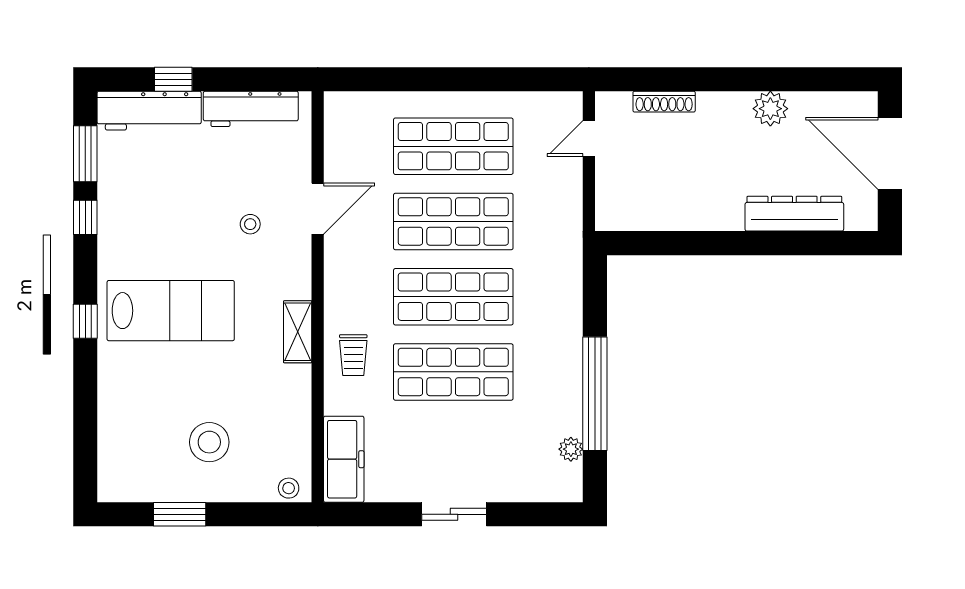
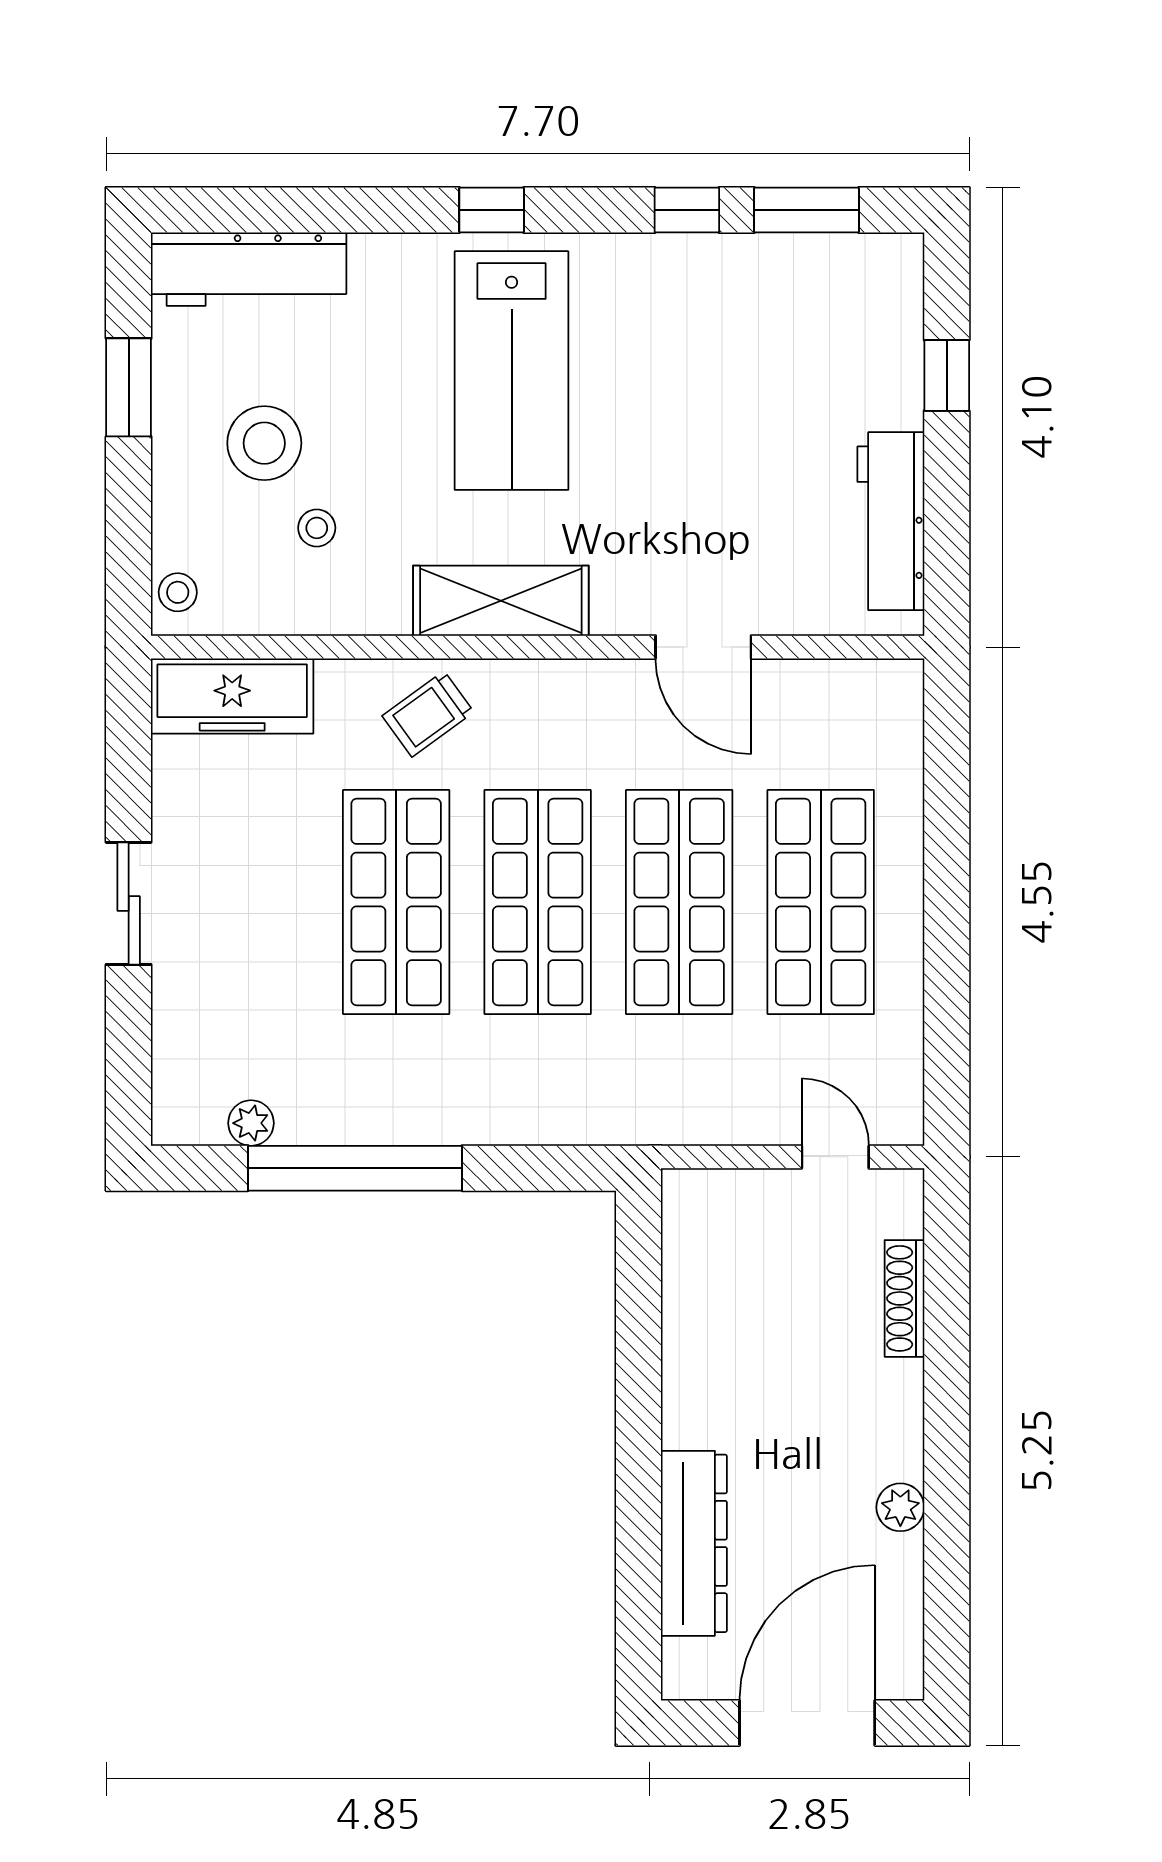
plant: (770, 109) -> (900, 1507), width x0.73, depth x0.73
workbench: (149, 111) -> (249, 269), moved, turned -90
stool: (250, 224) -> (317, 528), moved
shelving: (298, 332) -> (501, 601), width x1.50, depth x1.33
trolley: (353, 355) -> (428, 714), turned -36

